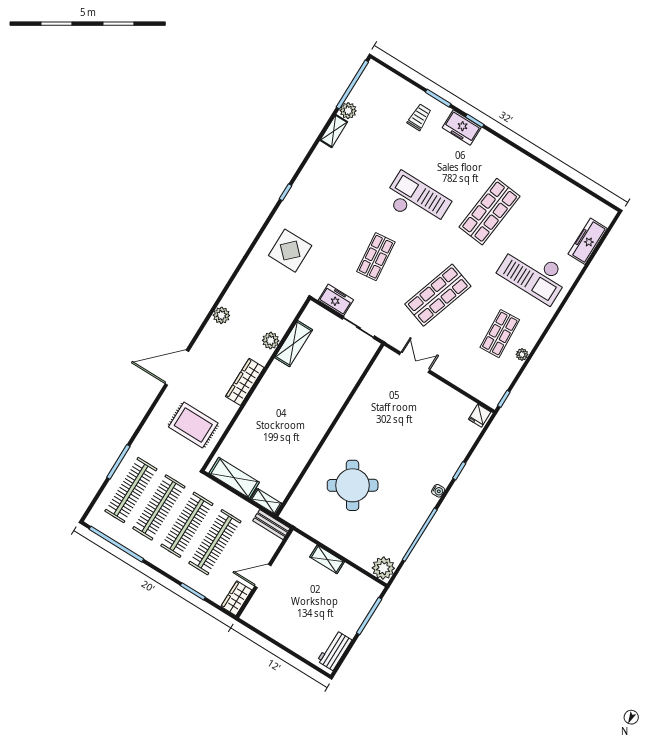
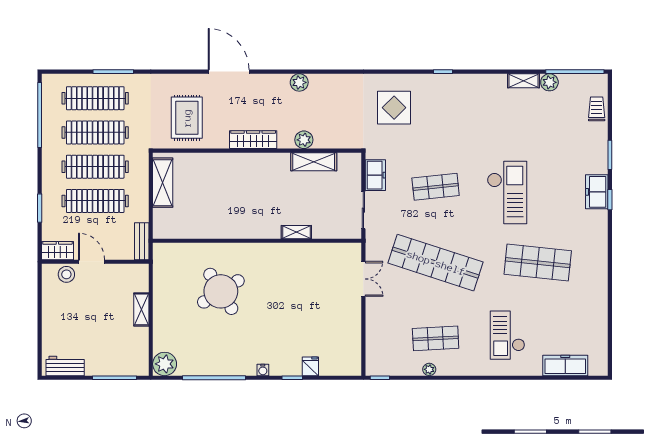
trolley: (419, 117) -> (597, 109), moved, turned -90
checkout: (534, 273) -> (507, 335), width x0.73, depth x0.83
shop shelf: (438, 295) -> (436, 263), width x1.40
fridge: (480, 416) -> (310, 366), moved, turned 90
shelving: (266, 501) -> (296, 232), moved, turned 90
stool: (260, 603) -> (66, 274), added

